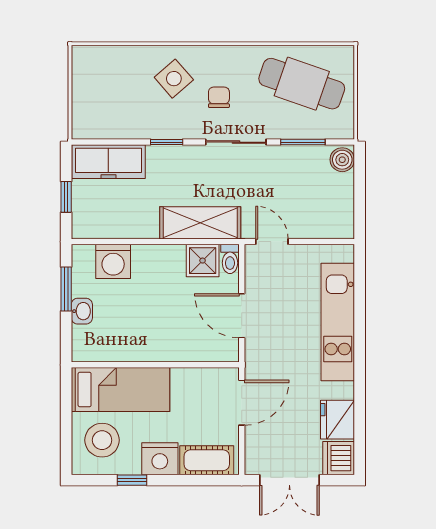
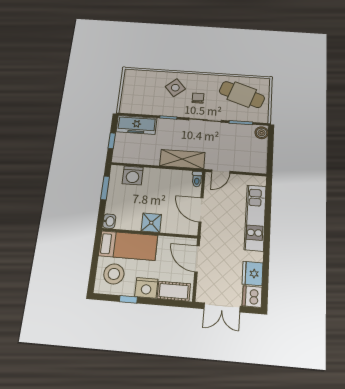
door: (272, 242) -> (221, 172), swing flipped
shower: (203, 261) -> (151, 223), moved
washbasin: (82, 311) -> (109, 221), moved
door: (242, 403) -> (197, 259), swing flipped

